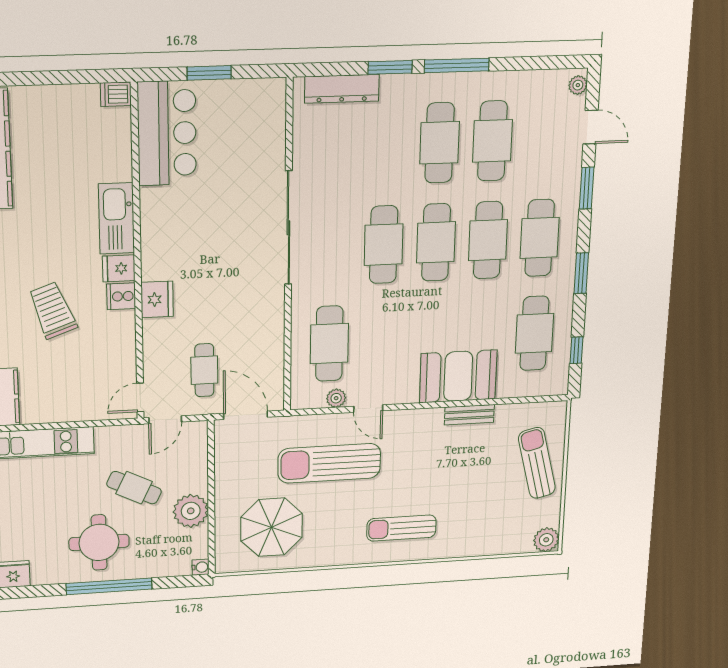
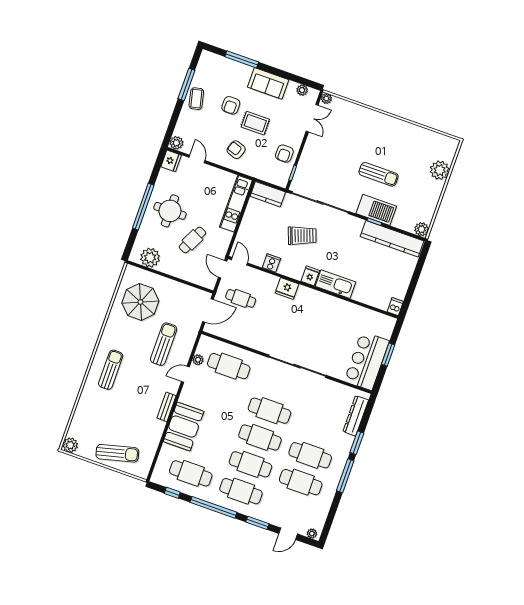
bar counter: (167, 133) -> (367, 361), moved, turned 90
window: (581, 273) -> (213, 507), width x2.11
cooker: (121, 296) -> (271, 263), moved
bench: (469, 415) -> (167, 407), moved
sun lounger: (329, 463) -> (164, 344), width x0.73, depth x0.75
plant: (191, 511) -> (150, 258), moved
water cooler: (201, 567) -> (134, 257), removed

